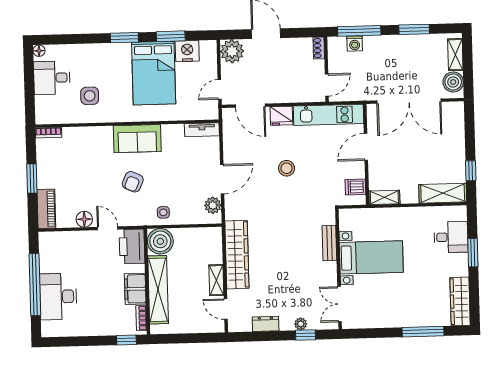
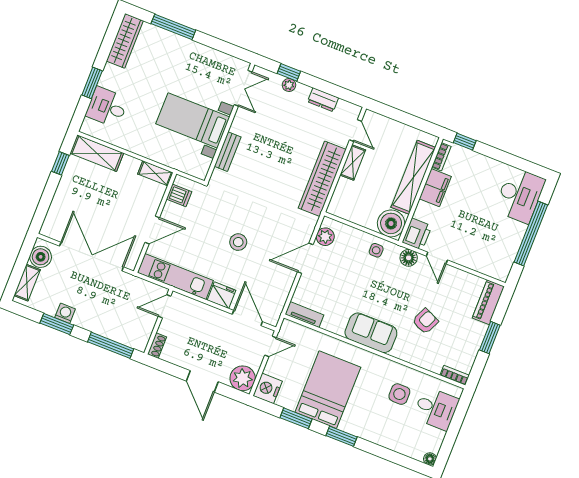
washing machine: (355, 44) -> (65, 313), moved
nightstand: (187, 51) -> (268, 388), moved, turned 90
desk: (52, 78) -> (436, 408), moved
armchair: (133, 182) -> (425, 321), moved
floor lamp: (84, 219) -> (409, 258), moved
printer: (132, 246) -> (417, 234), width x0.73, depth x0.84
desk: (58, 297) -> (520, 195), moved

